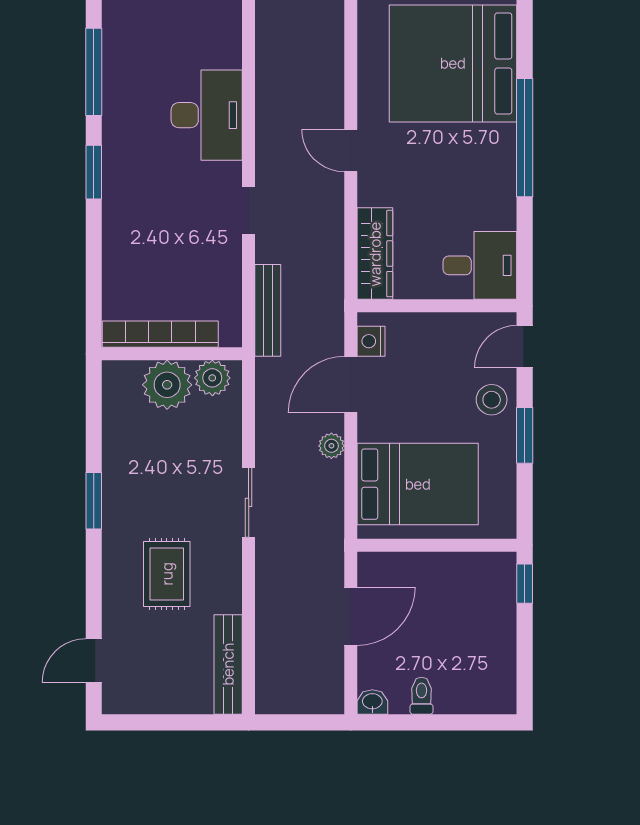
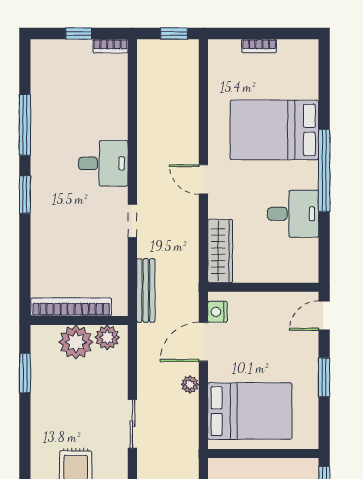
bed: (453, 63) -> (274, 130), width x0.73
desk: (207, 115) -> (103, 163), width x0.73
desk: (480, 265) -> (293, 214), moved
stool: (492, 400) -> (301, 353), removed
window: (94, 501) -> (25, 373), moved

